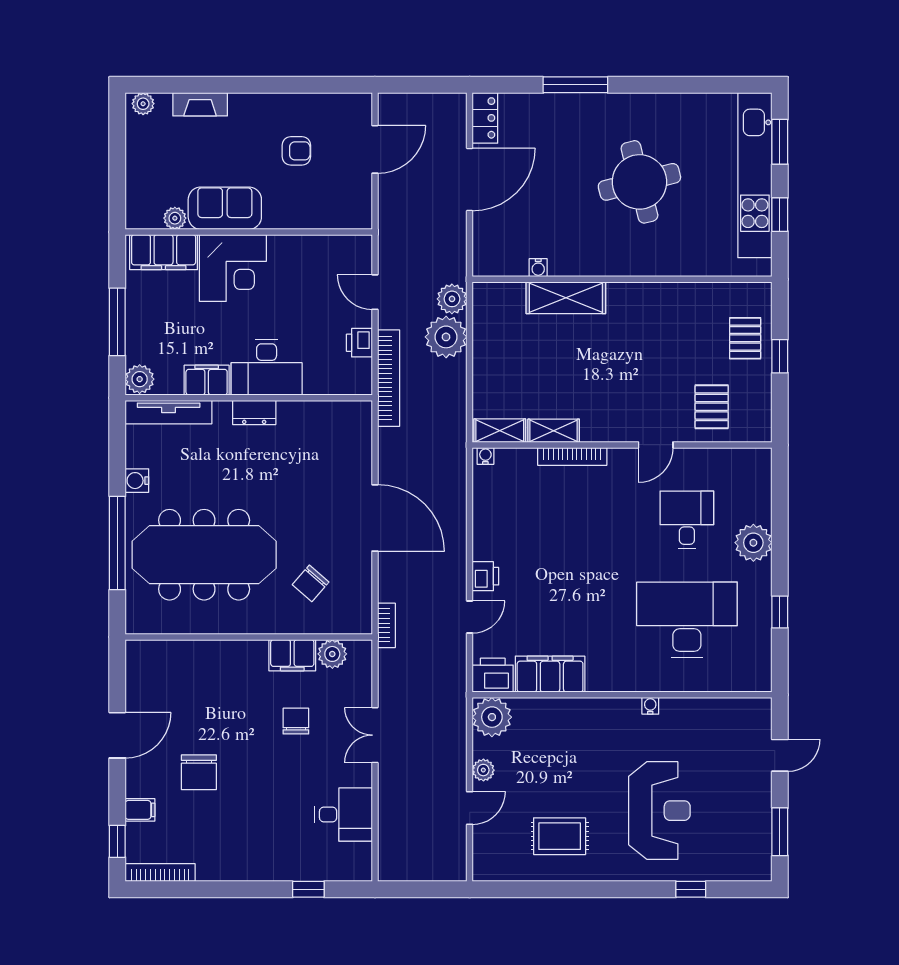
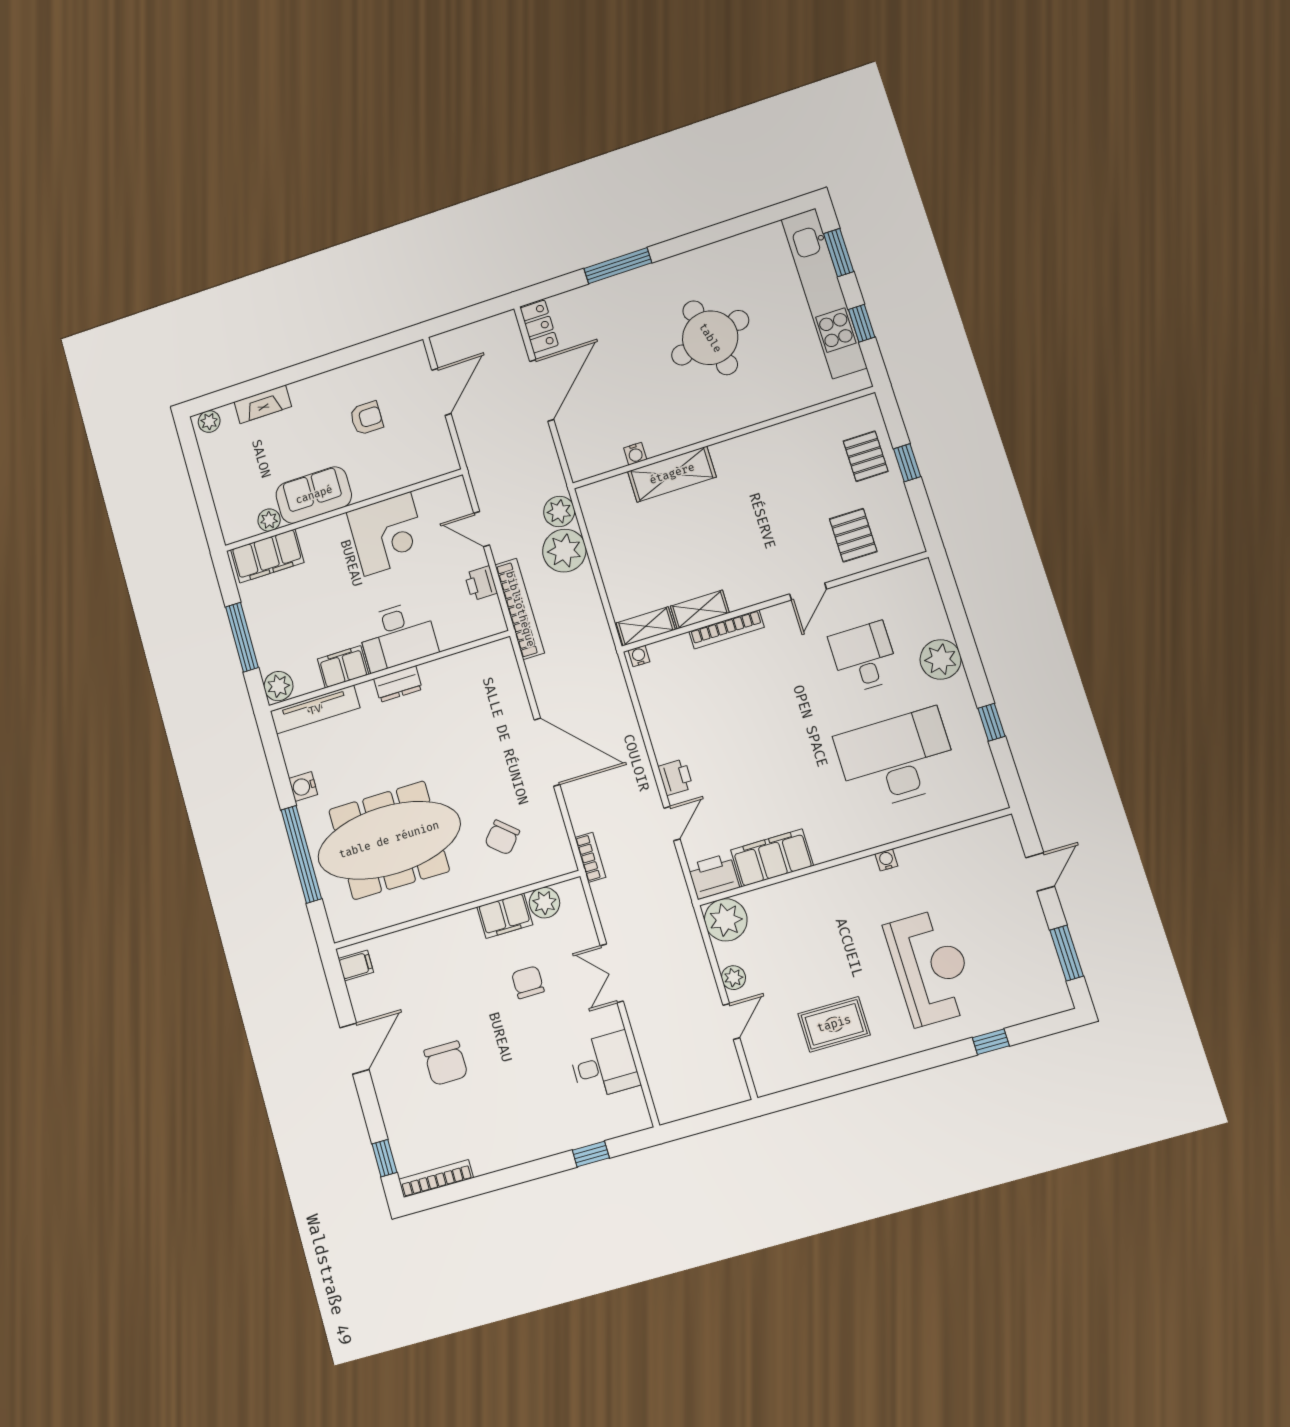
corner desk: (233, 268) -> (387, 534), moved
filing cabinet: (140, 810) -> (356, 965), moved

